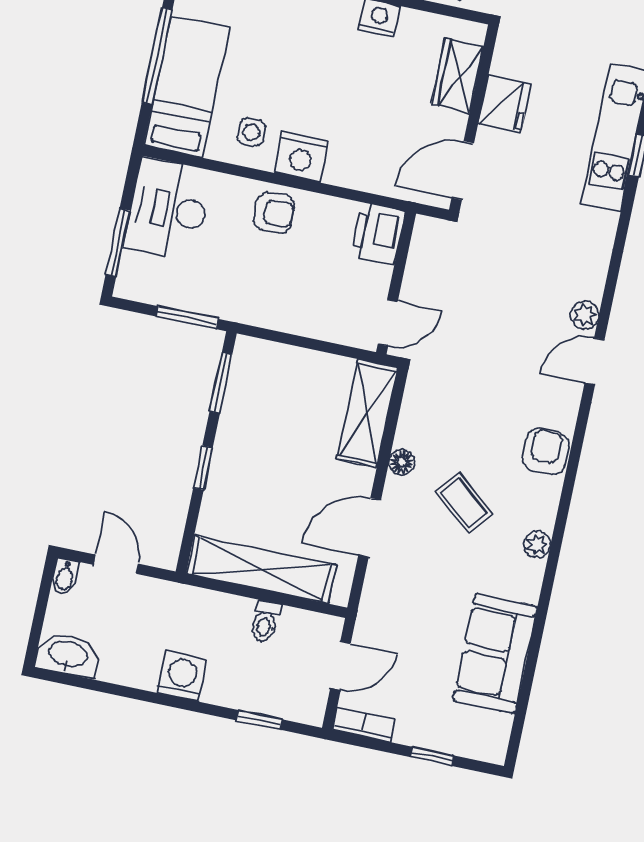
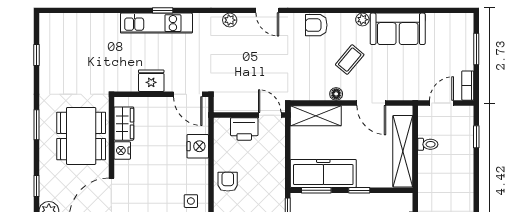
wardrobe: (458, 75) -> (124, 124), moved, turned -90
nightstand: (301, 157) -> (198, 146), moved
printer: (378, 234) -> (244, 129), moved
plant: (585, 315) -> (230, 20), moved
freezer: (251, 404) -> (323, 173), added
sofa: (495, 653) -> (398, 29), moved
door: (340, 666) -> (442, 103), hinge flipped
washing machine: (182, 676) -> (463, 179), removed
window: (432, 756) -> (476, 49), width x1.50

